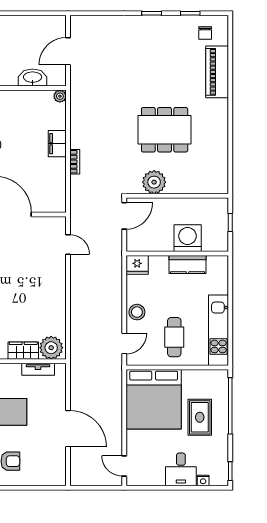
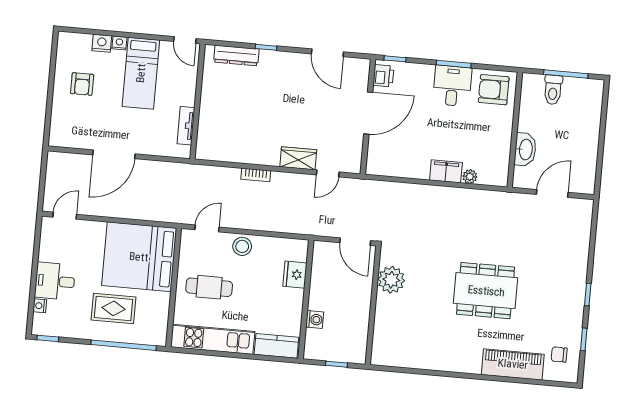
door: (68, 51) -> (552, 193), hinge flipped
plant: (60, 96) -> (470, 177), moved
dining table: (165, 130) -> (486, 291), moved, turned 90
bookcase: (75, 162) -> (256, 175), moved
washing machine: (188, 238) -> (315, 320), width x0.53, depth x0.53
fridge: (137, 265) -> (295, 275), moved
kitchen counter: (188, 265) -> (276, 346), moved, turned 90
door: (124, 343) -> (207, 228), swing flipped
plant: (51, 348) -> (210, 143), removed
wardrobe: (23, 351) -> (298, 158), moved, turned -90

